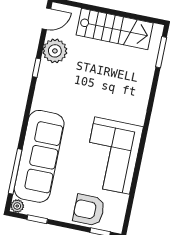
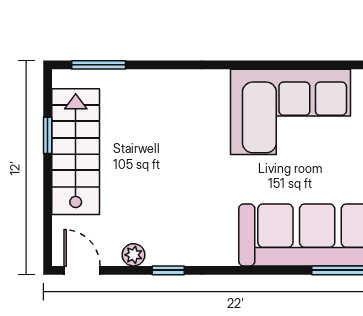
window: (127, 15) -> (48, 135), added
plant: (55, 51) -> (133, 255), width x0.53, depth x0.53

